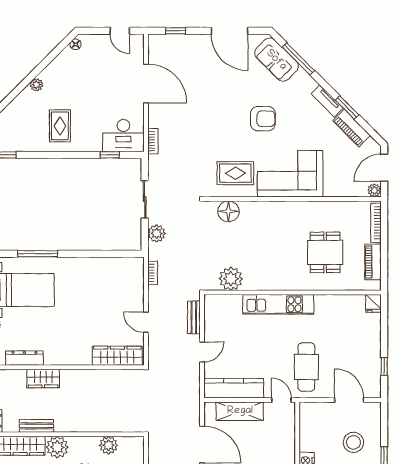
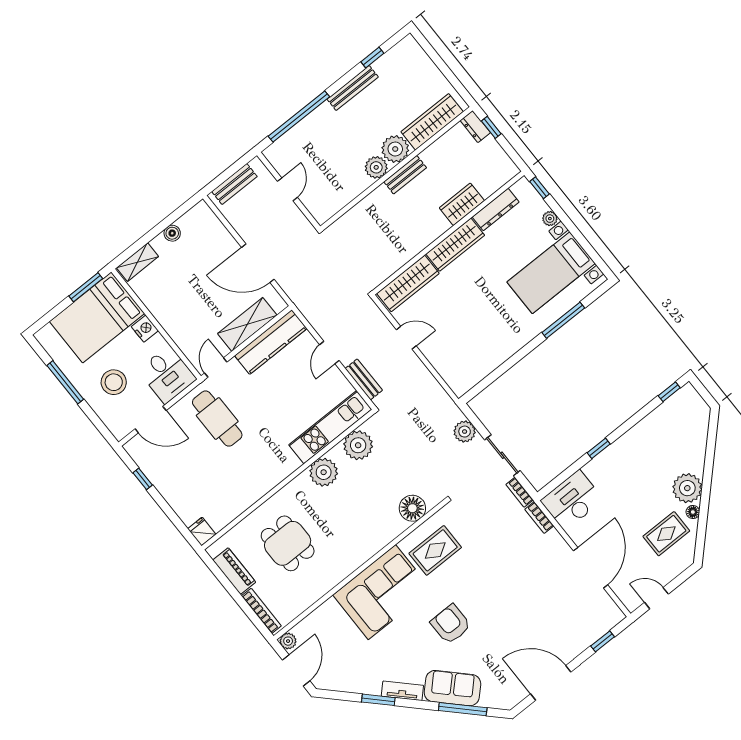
floor lamp: (76, 44) -> (693, 512), moved
sofa: (276, 60) -> (452, 688), moved
door: (146, 83) -> (591, 568), swing flipped
plant: (36, 85) -> (687, 488), width x1.88, depth x1.88
armchair: (263, 119) -> (451, 624), turned 90
rug: (60, 126) -> (666, 534), moved, turned 90
piano: (351, 128) -> (358, 683), removed
window: (110, 155) -> (599, 448), moved
bookcase: (153, 273) -> (520, 492), moved
plant: (266, 279) -> (324, 472), added
kitchen unit: (278, 304) -> (330, 427), moved
wardrobe: (68, 356) -> (455, 245), added
door: (281, 400) -> (216, 367), swing flipped
desk: (316, 420) -> (167, 375), added
bench: (36, 426) -> (405, 175), moved
plant: (108, 445) -> (376, 167), moved

